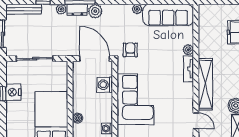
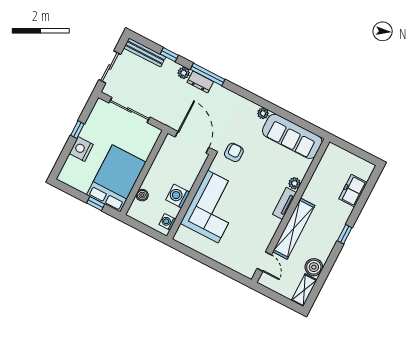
plant: (95, 11) -> (218, 93), removed
washing machine: (105, 85) -> (178, 196), moved
nightstand: (13, 92) -> (81, 149), moved

